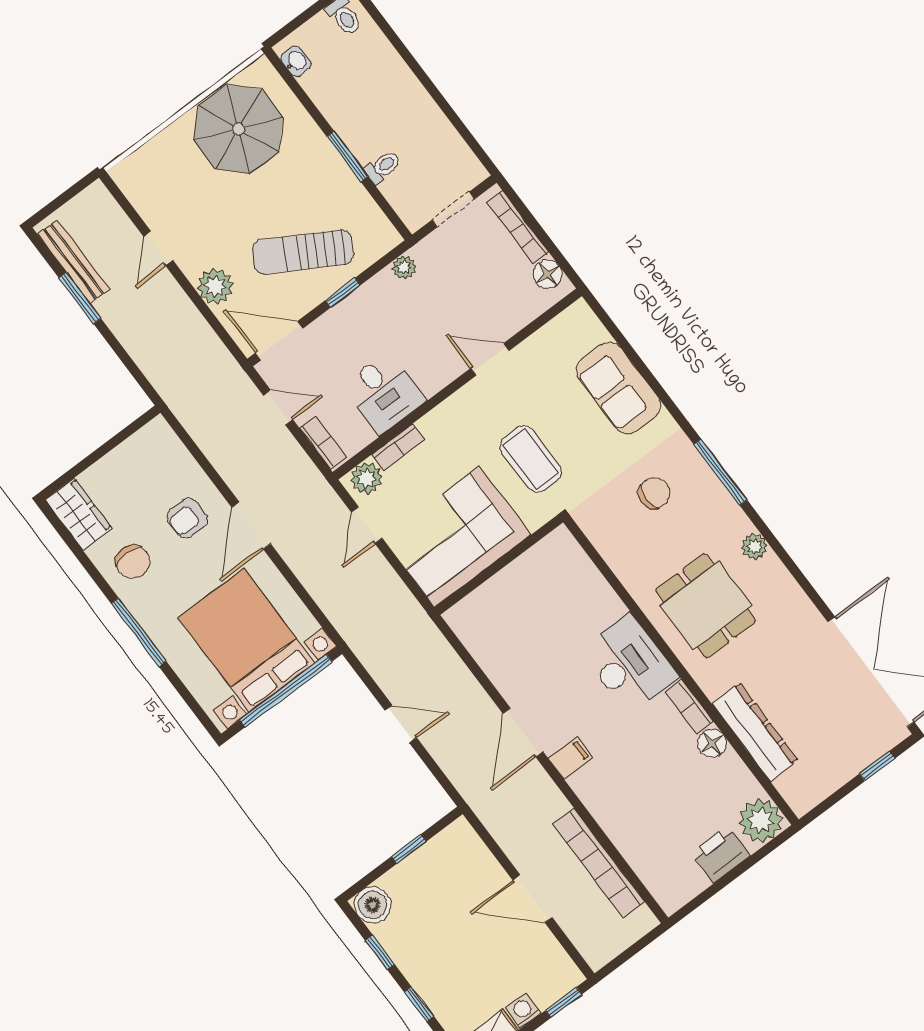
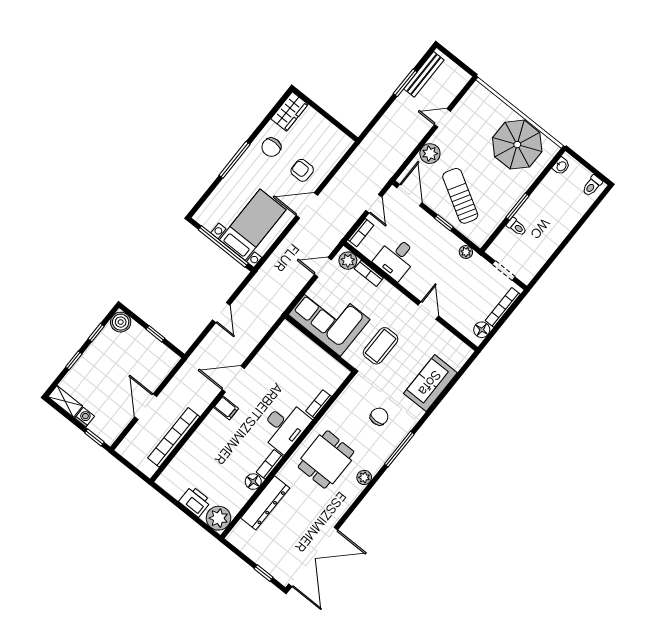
chair: (654, 493) -> (379, 417), turned -90
bookcase: (605, 594) -> (319, 404), added
bed with nightstands: (247, 640) -> (253, 225), width x0.73

